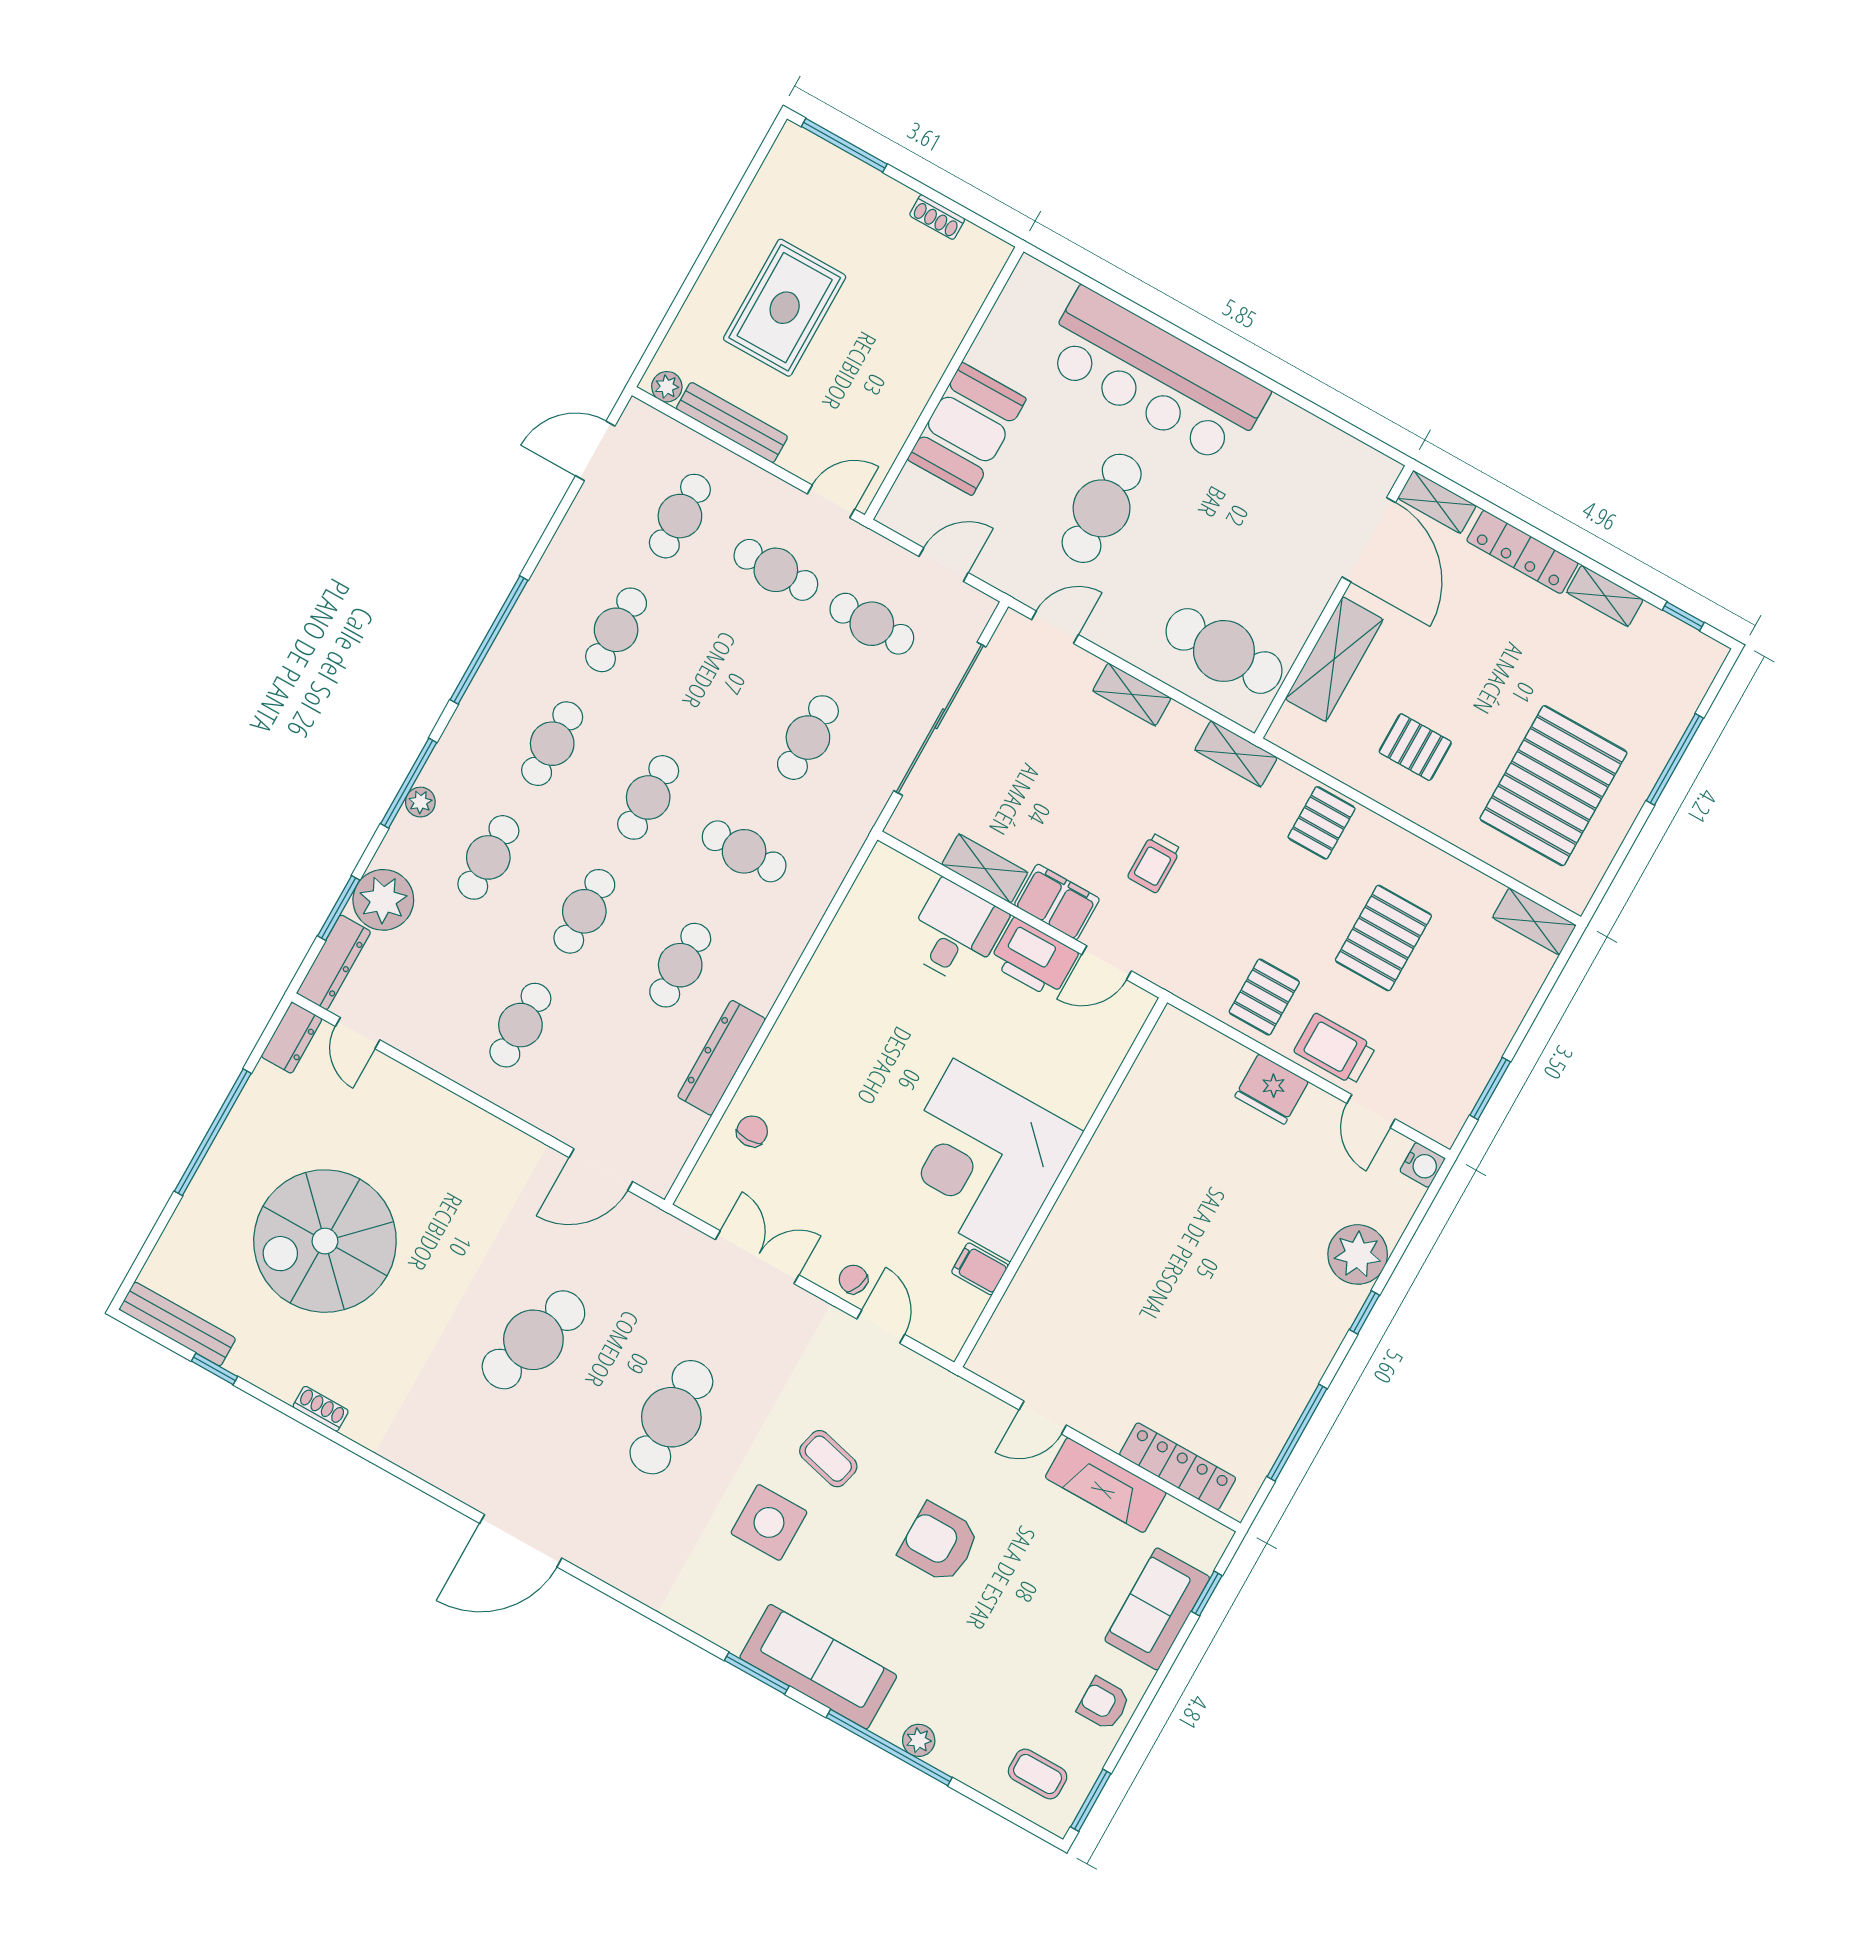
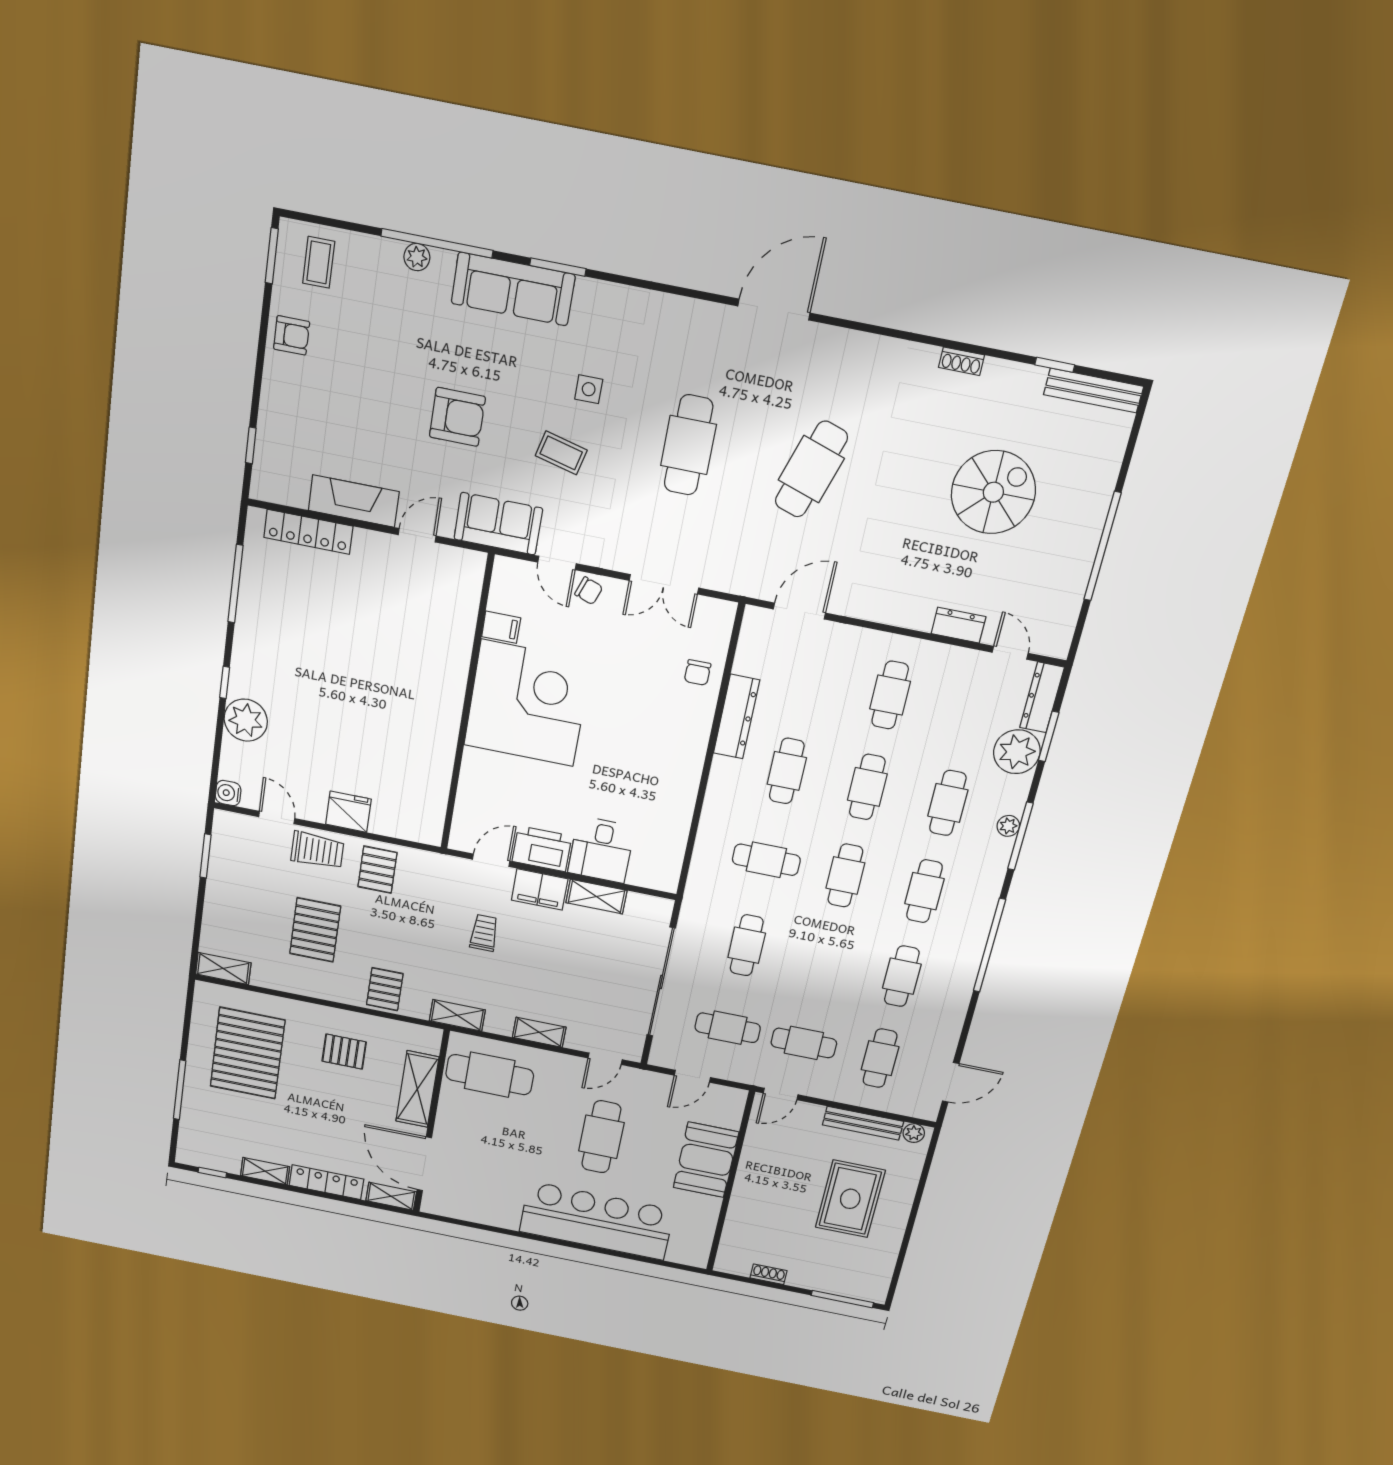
dresser: (292, 1038) -> (958, 625), moved, turned 90
spiral stairs: (325, 1241) -> (993, 492), width x0.73, depth x0.73
side table: (769, 1522) -> (589, 389), width x0.54, depth x0.54
sofa: (1157, 1609) -> (498, 524), moved, turned -90
coffee table: (1038, 1774) -> (319, 262), turned 90

